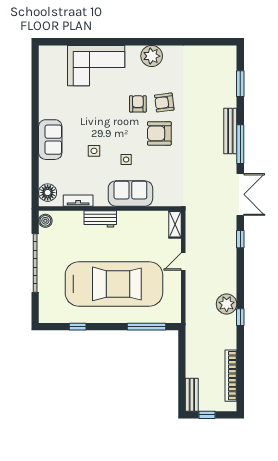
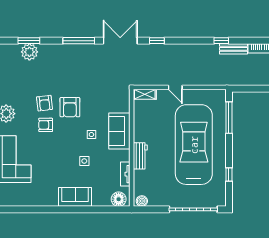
bench: (230, 131) -> (233, 49), moved, width x0.73
garage door: (35, 263) -> (193, 209), moved
plant: (227, 304) -> (29, 52), moved

